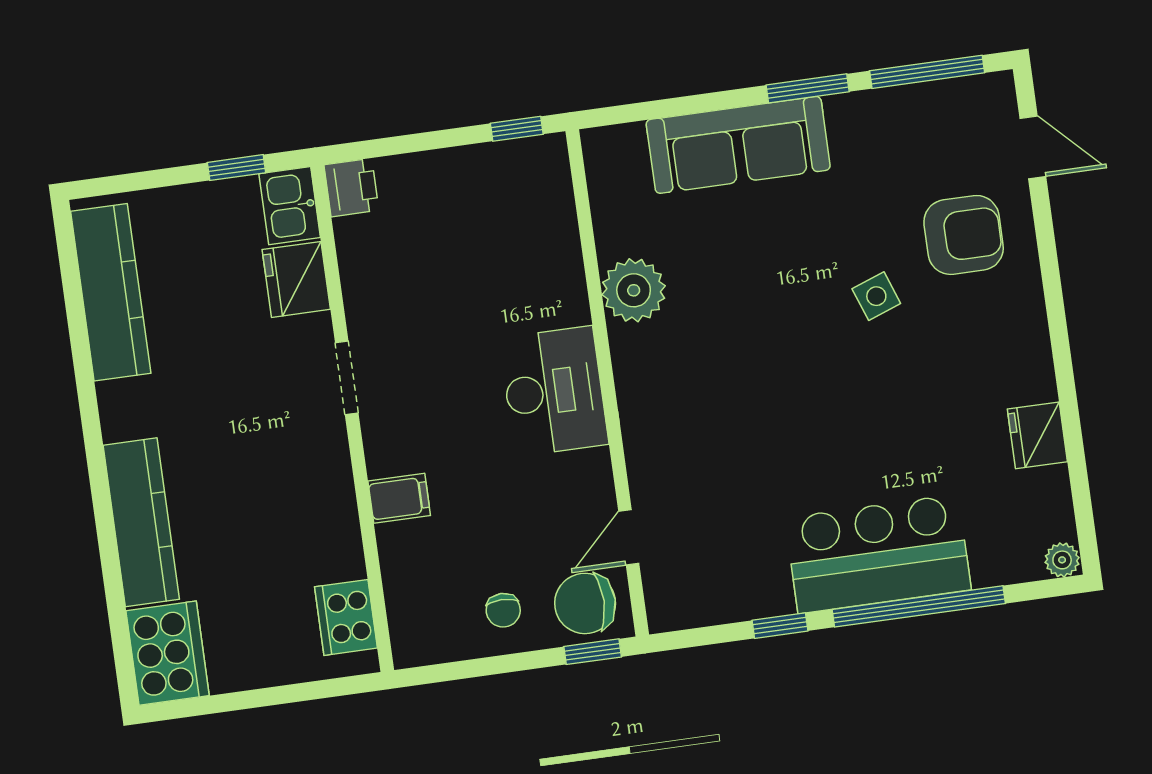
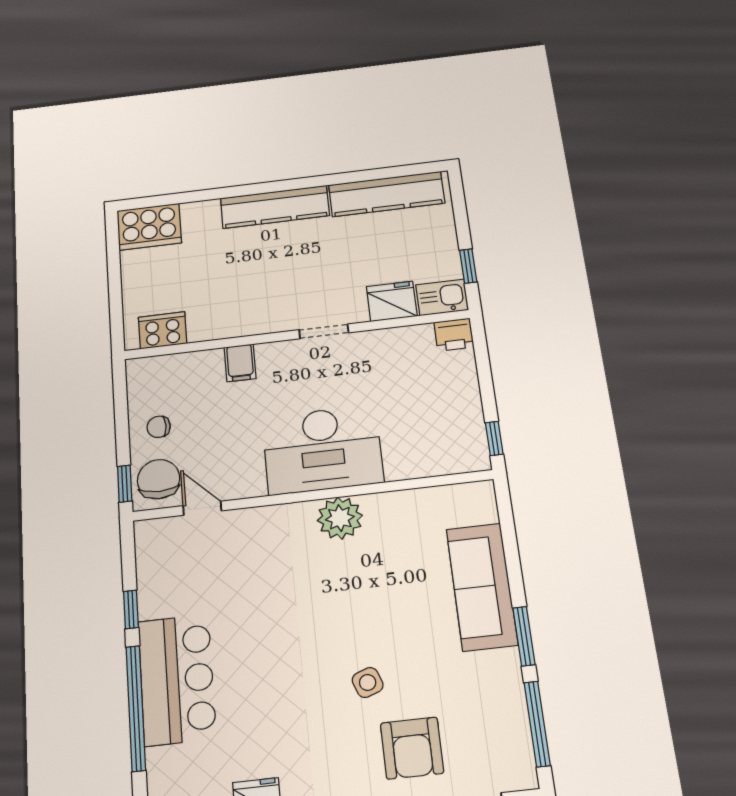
plant: (634, 290) -> (340, 518), moved
desk: (554, 391) -> (322, 450), width x1.36, depth x1.30
kitchen counter: (141, 522) -> (275, 207), moved

